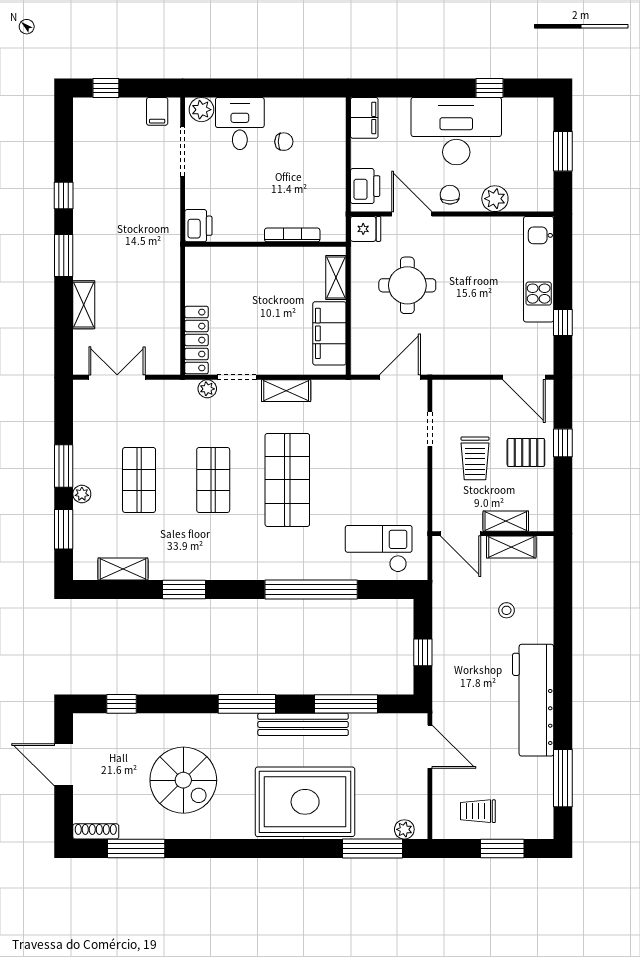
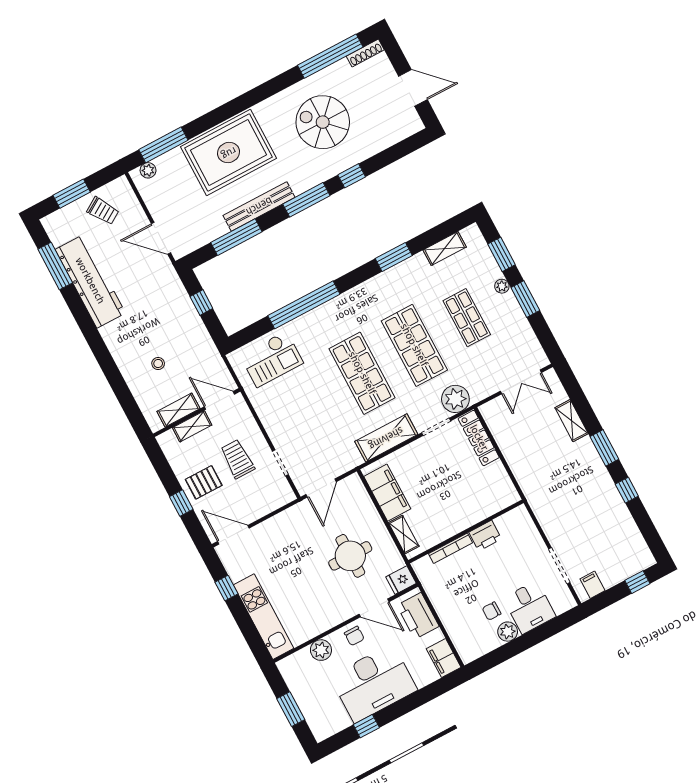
plant: (201, 110) -> (508, 632), moved
printer: (365, 186) -> (418, 616), width x1.37, depth x1.19
printer: (198, 226) -> (485, 536), moved, turned -90
plant: (207, 389) -> (455, 399), width x1.88, depth x1.88
shelving: (286, 391) -> (386, 438), width x1.50, depth x1.33
shop shelf: (213, 480) -> (414, 345), width x1.43, depth x1.36
workbench: (533, 700) -> (90, 281), moved
window: (122, 704) -> (352, 176), moved
trolley: (478, 811) -> (103, 211), turned 58
window: (136, 849) -> (330, 56), width x1.46

